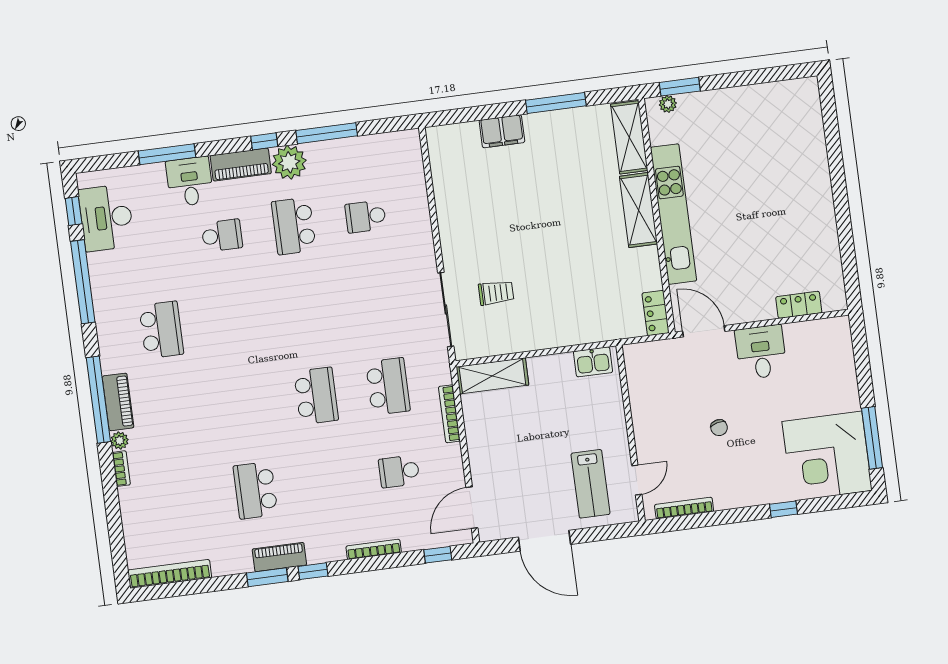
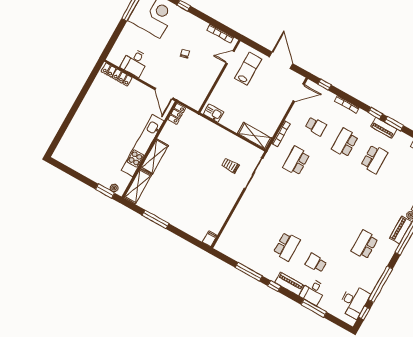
filing cabinet: (502, 131) -> (210, 239), moved, width x0.50
plant: (289, 162) -> (271, 271), removed
school desk: (366, 217) -> (257, 230), removed
locker: (799, 305) -> (117, 75), width x1.53
desk: (761, 352) -> (135, 62), moved
school desk: (316, 396) -> (345, 143), moved

